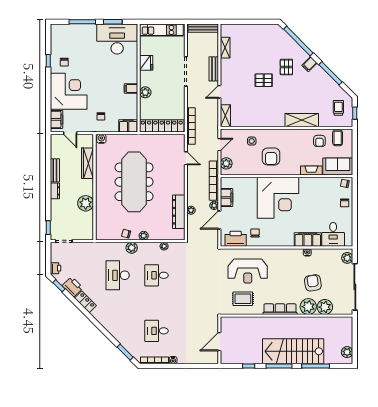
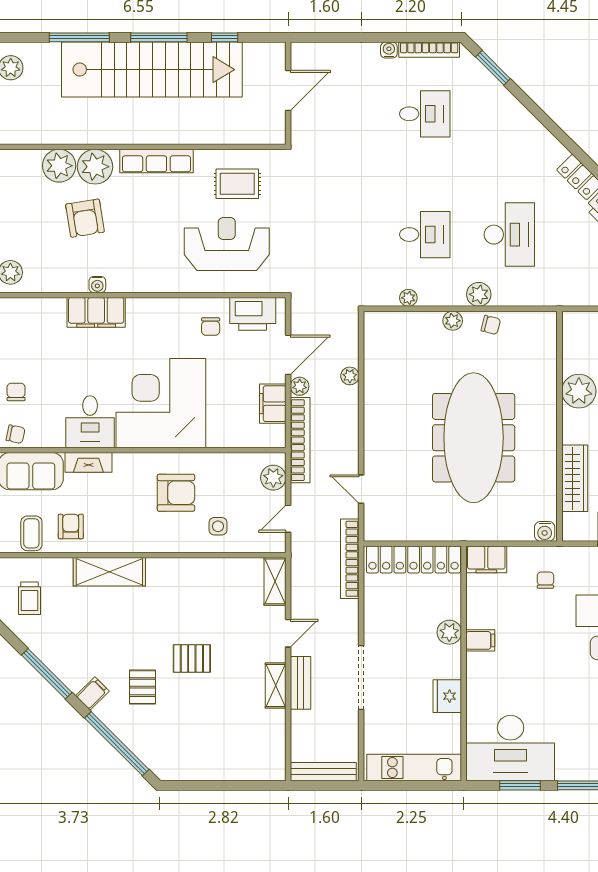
shelving: (225, 48) -> (276, 685), moved
armchair: (271, 156) -> (176, 493), turned 90
dresser: (179, 212) -> (376, 373), removed
desk: (333, 234) -> (90, 422), moved, turned 180
stairs: (293, 351) -> (152, 70), width x1.36

